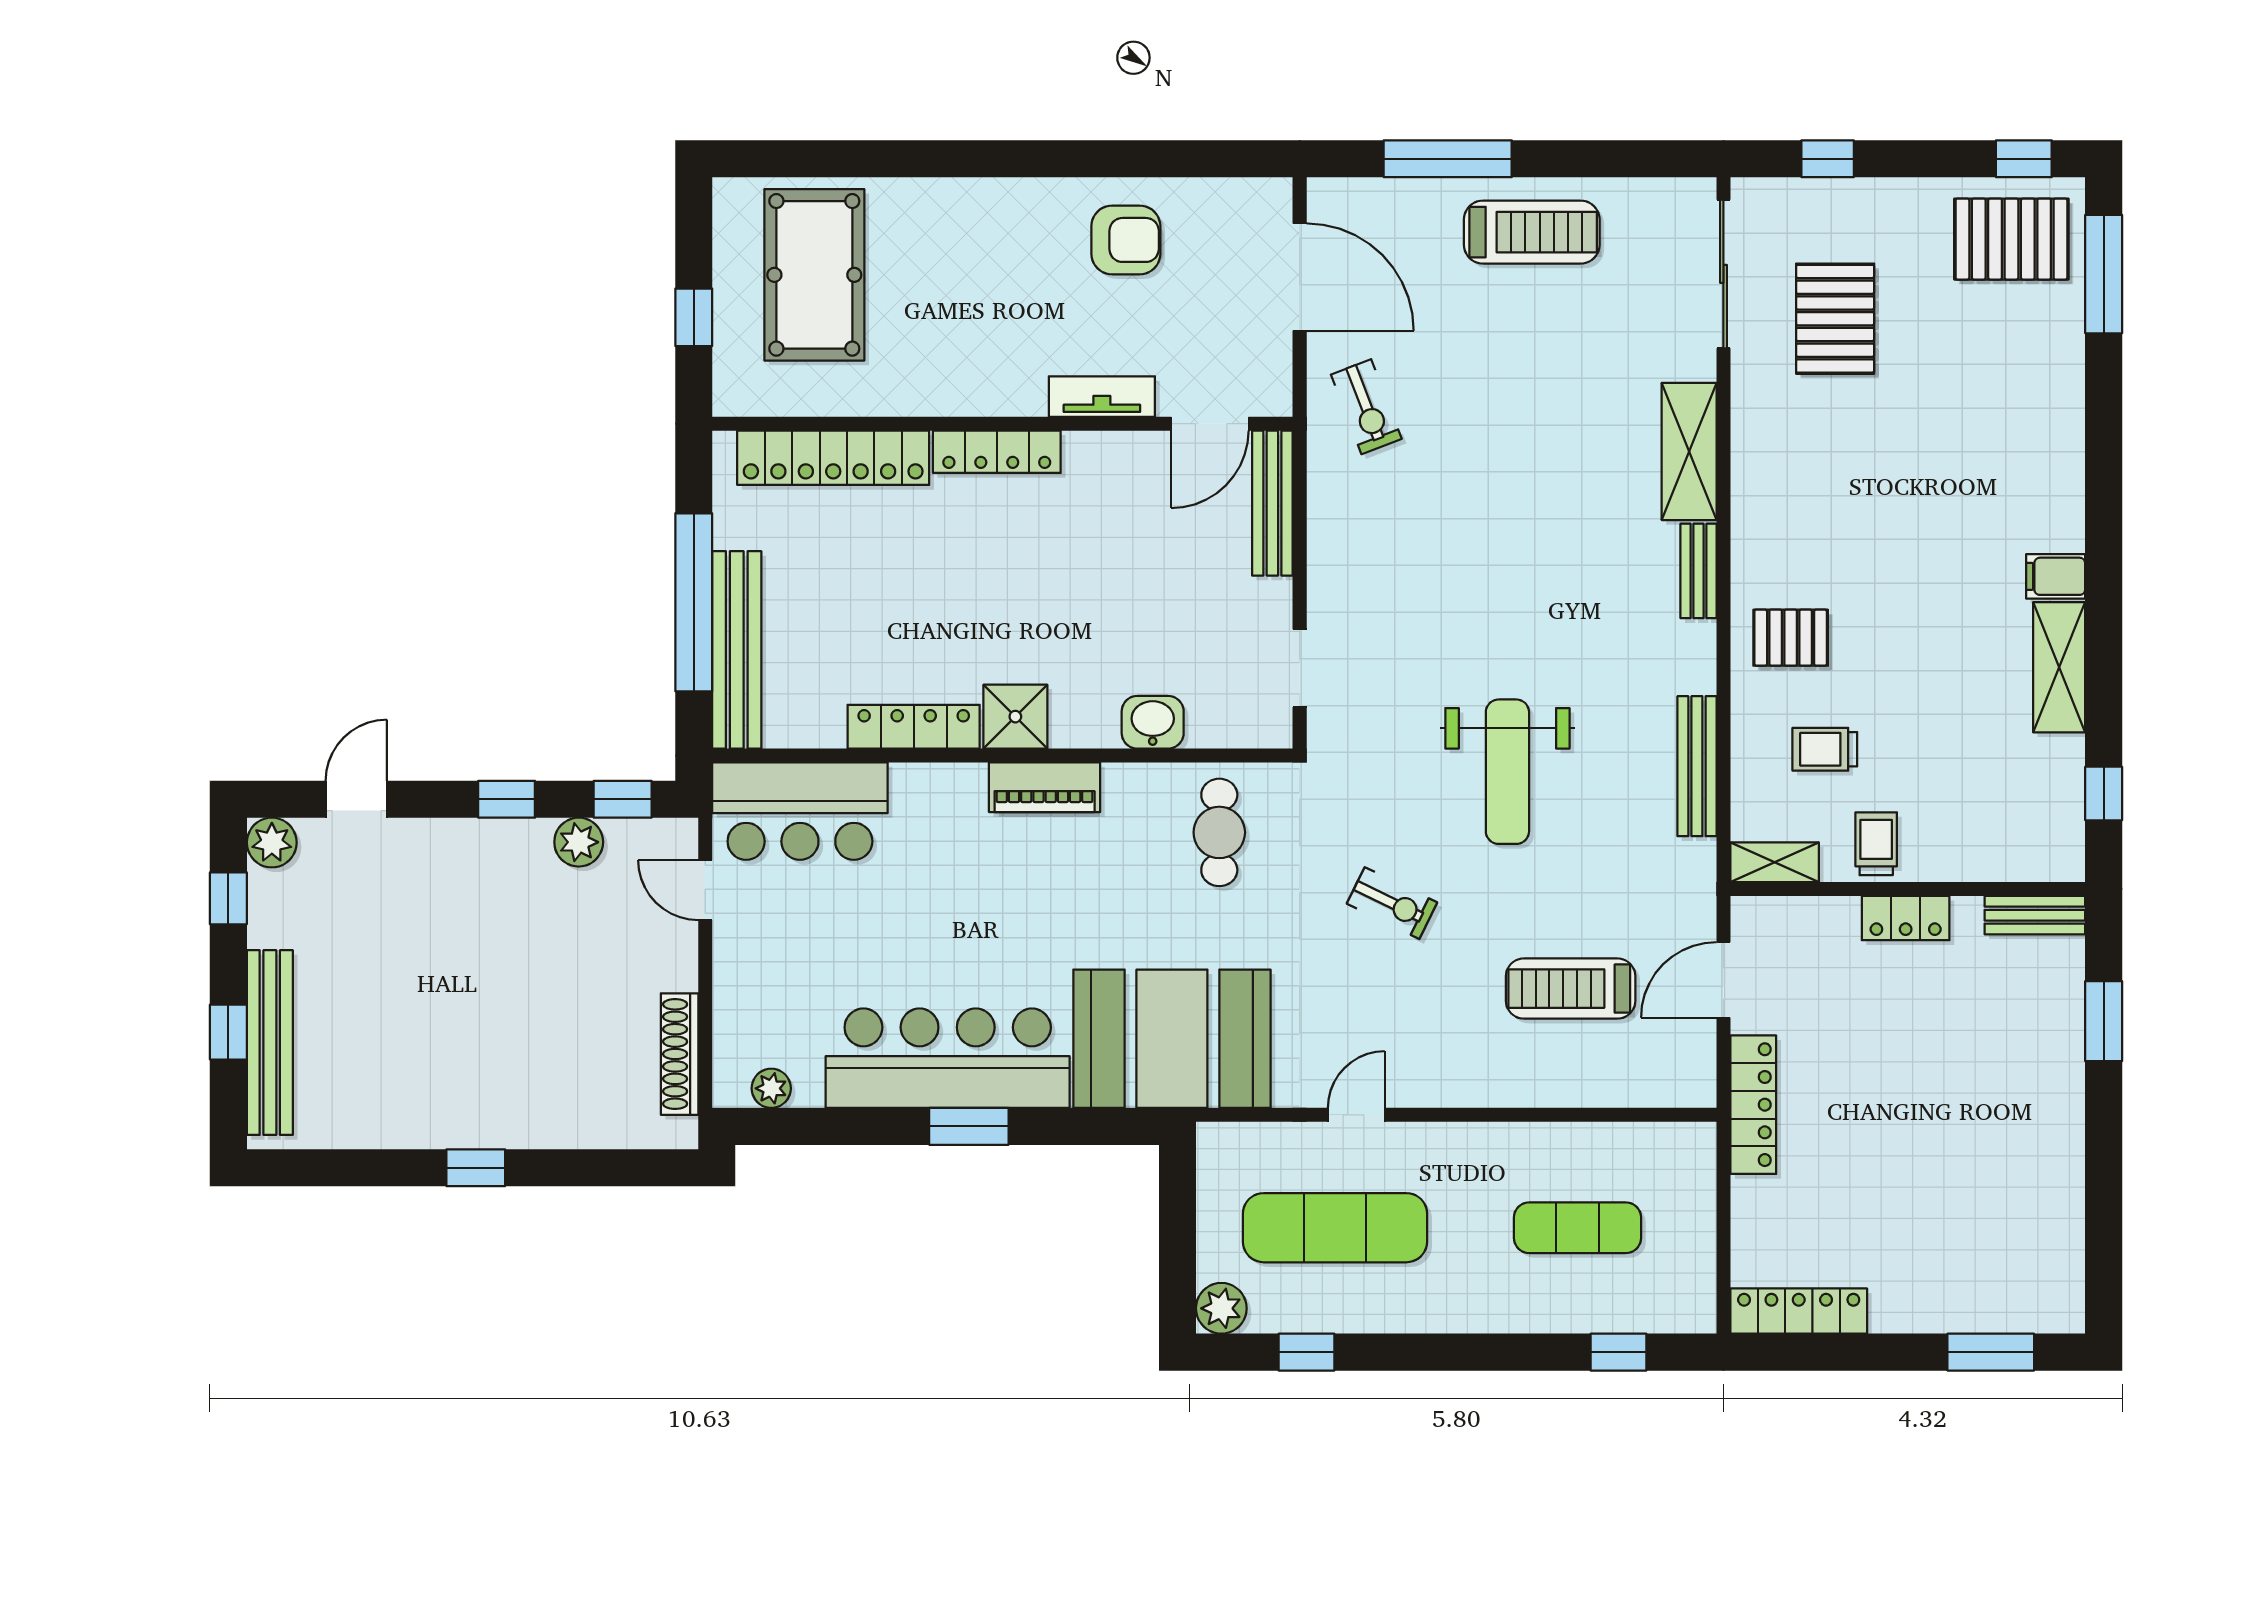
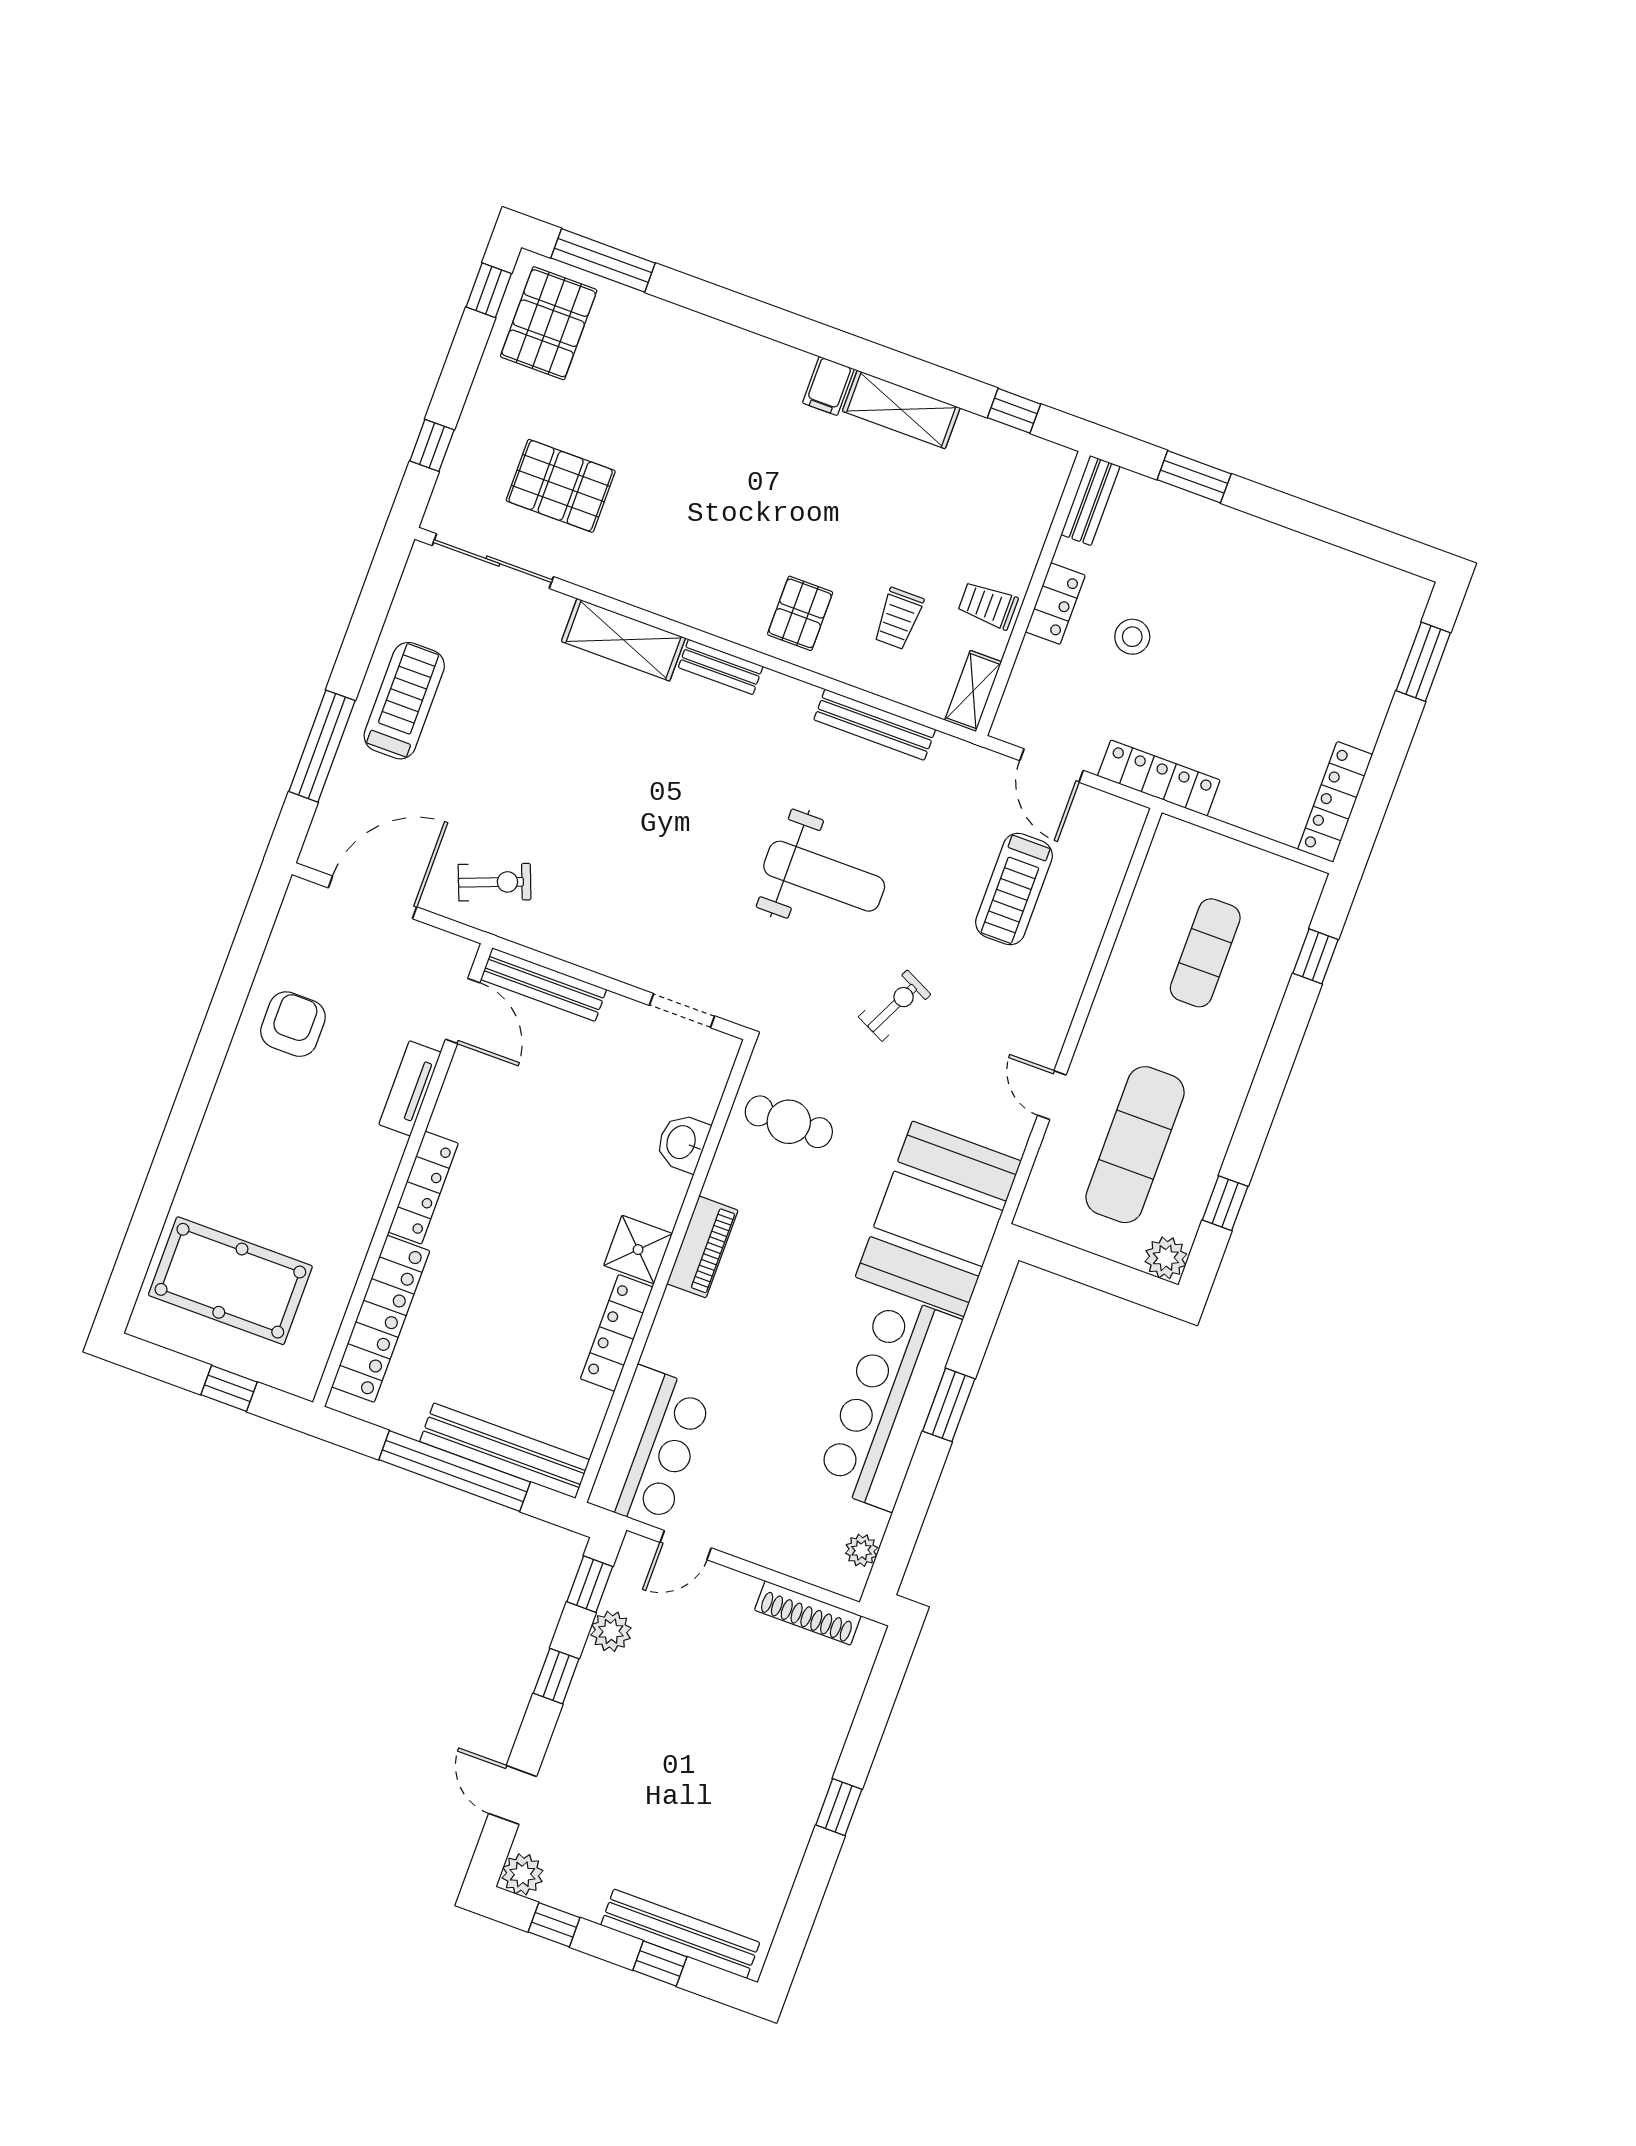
stool: (1900, 1017) -> (1132, 637), added

